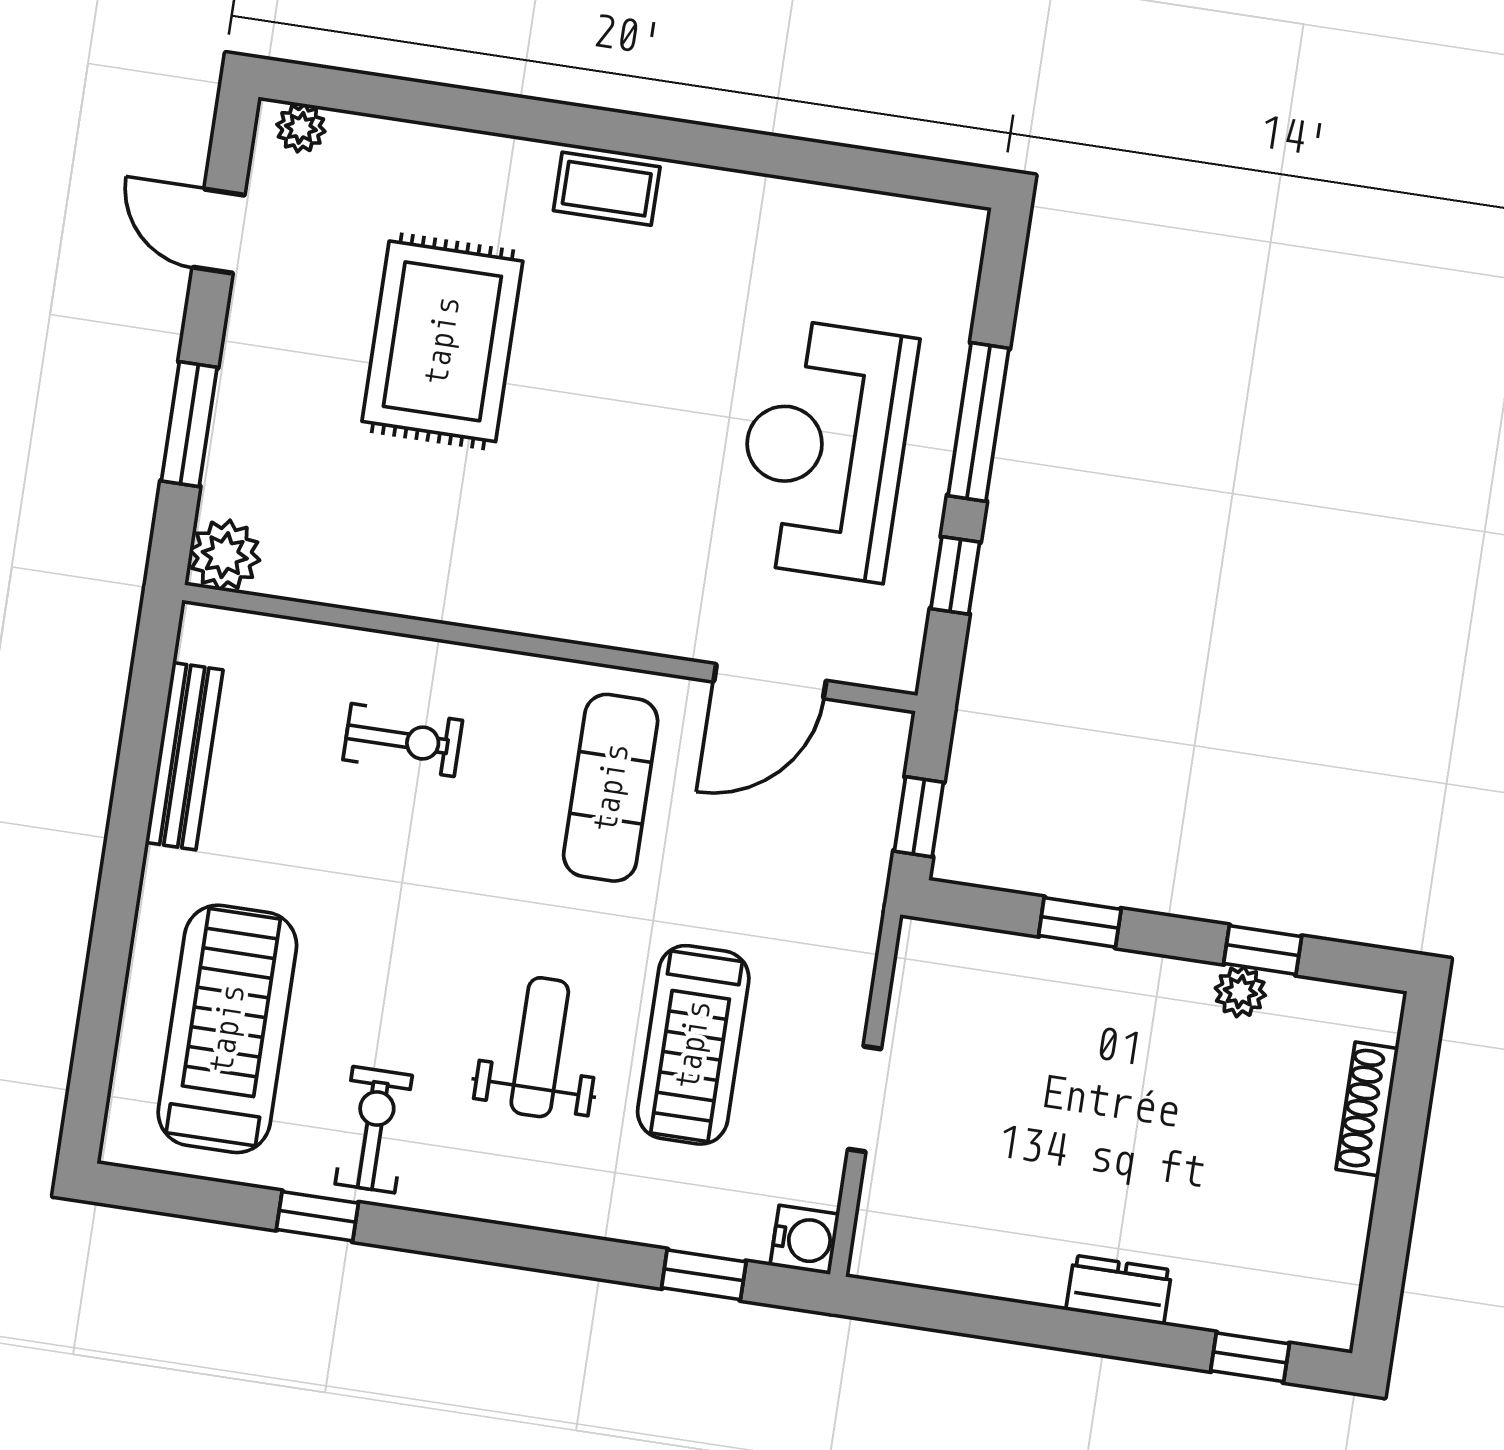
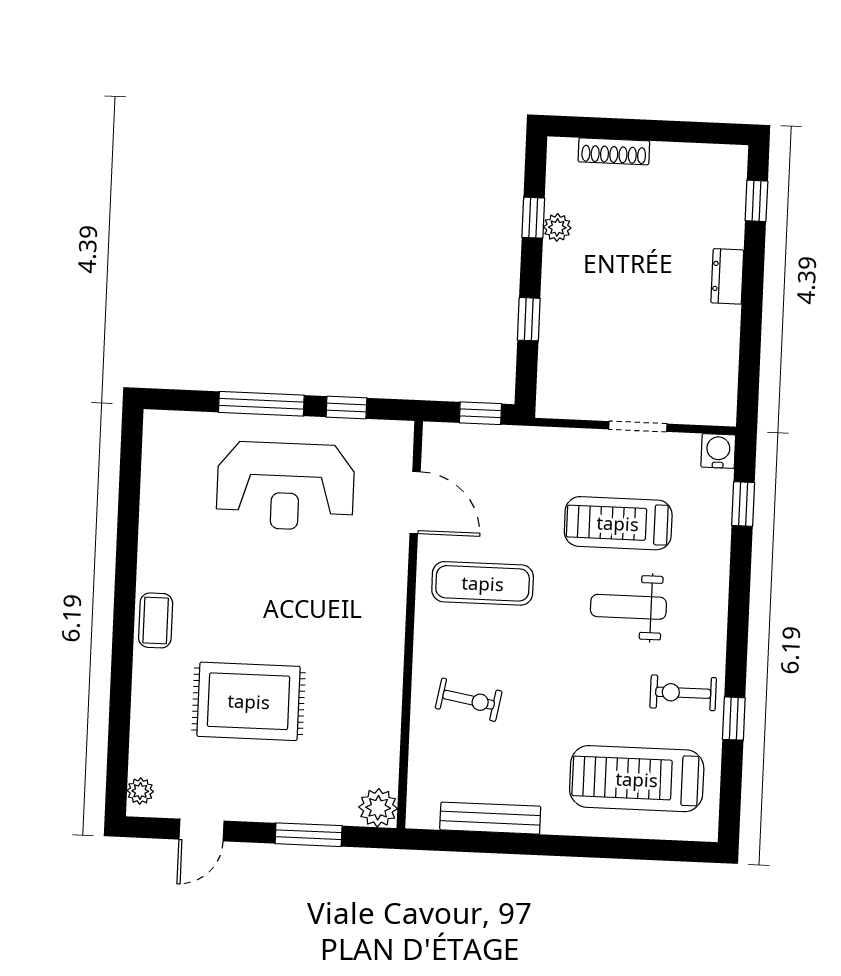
exercise bike: (403, 740) -> (469, 700), turned 100
treadmill: (693, 1045) -> (618, 523), turned 180

